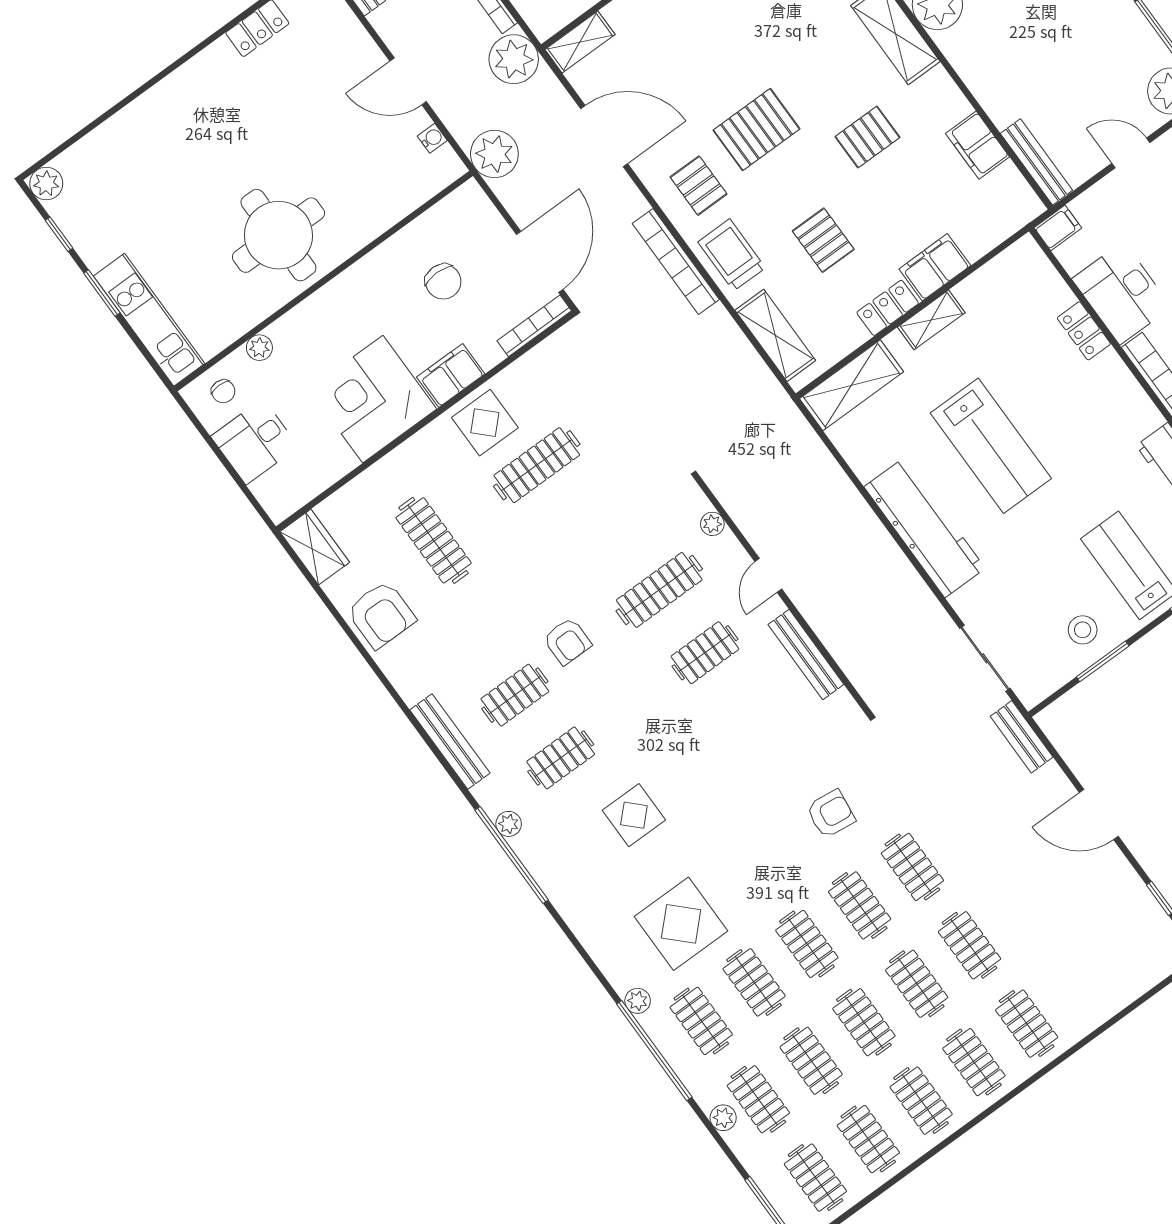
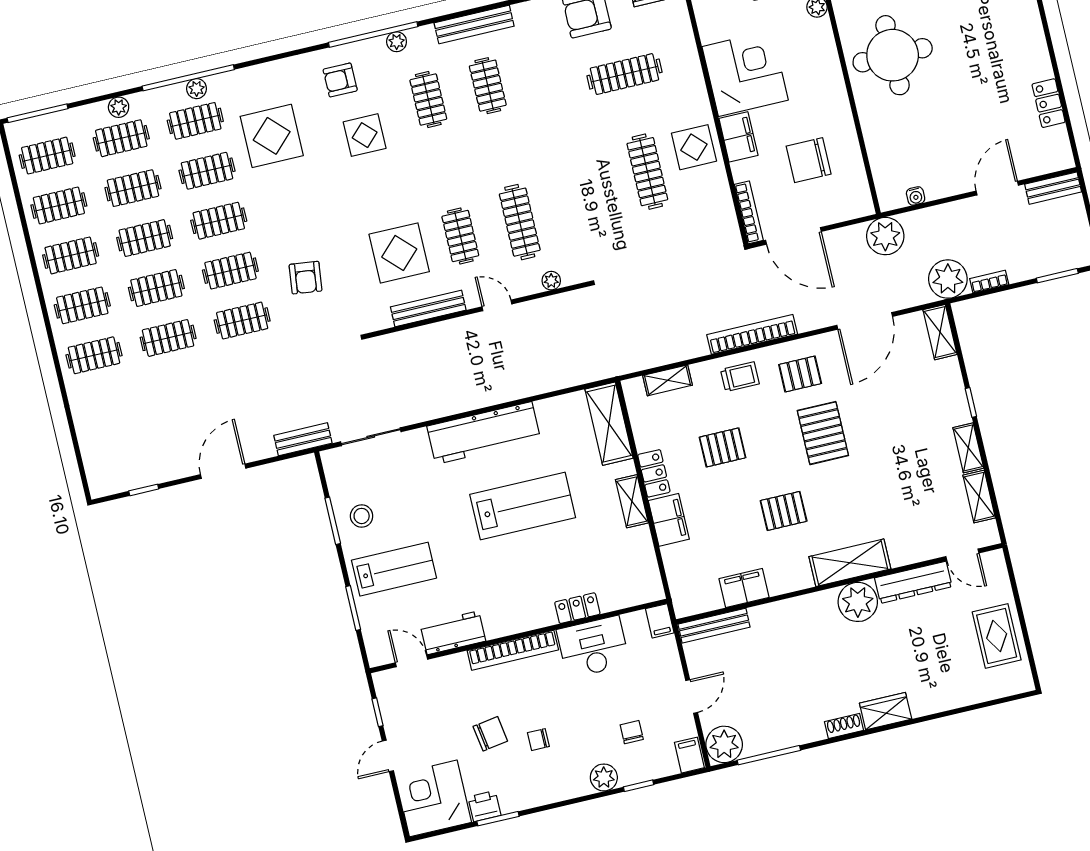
door: (408, 81) -> (997, 188), moved
pallet: (867, 137) -> (784, 511), turned 90
trolley: (732, 255) -> (740, 377), width x0.73, depth x0.72
chair: (443, 282) -> (809, 160), width x1.37, depth x1.37
shelving: (775, 335) -> (668, 380), width x0.67, depth x0.75
lab bench: (991, 446) -> (523, 506), turned 180
armchair: (567, 641) -> (340, 80), moved
display table: (755, 716) -> (399, 253), added
plant: (638, 1001) -> (197, 89), moved

